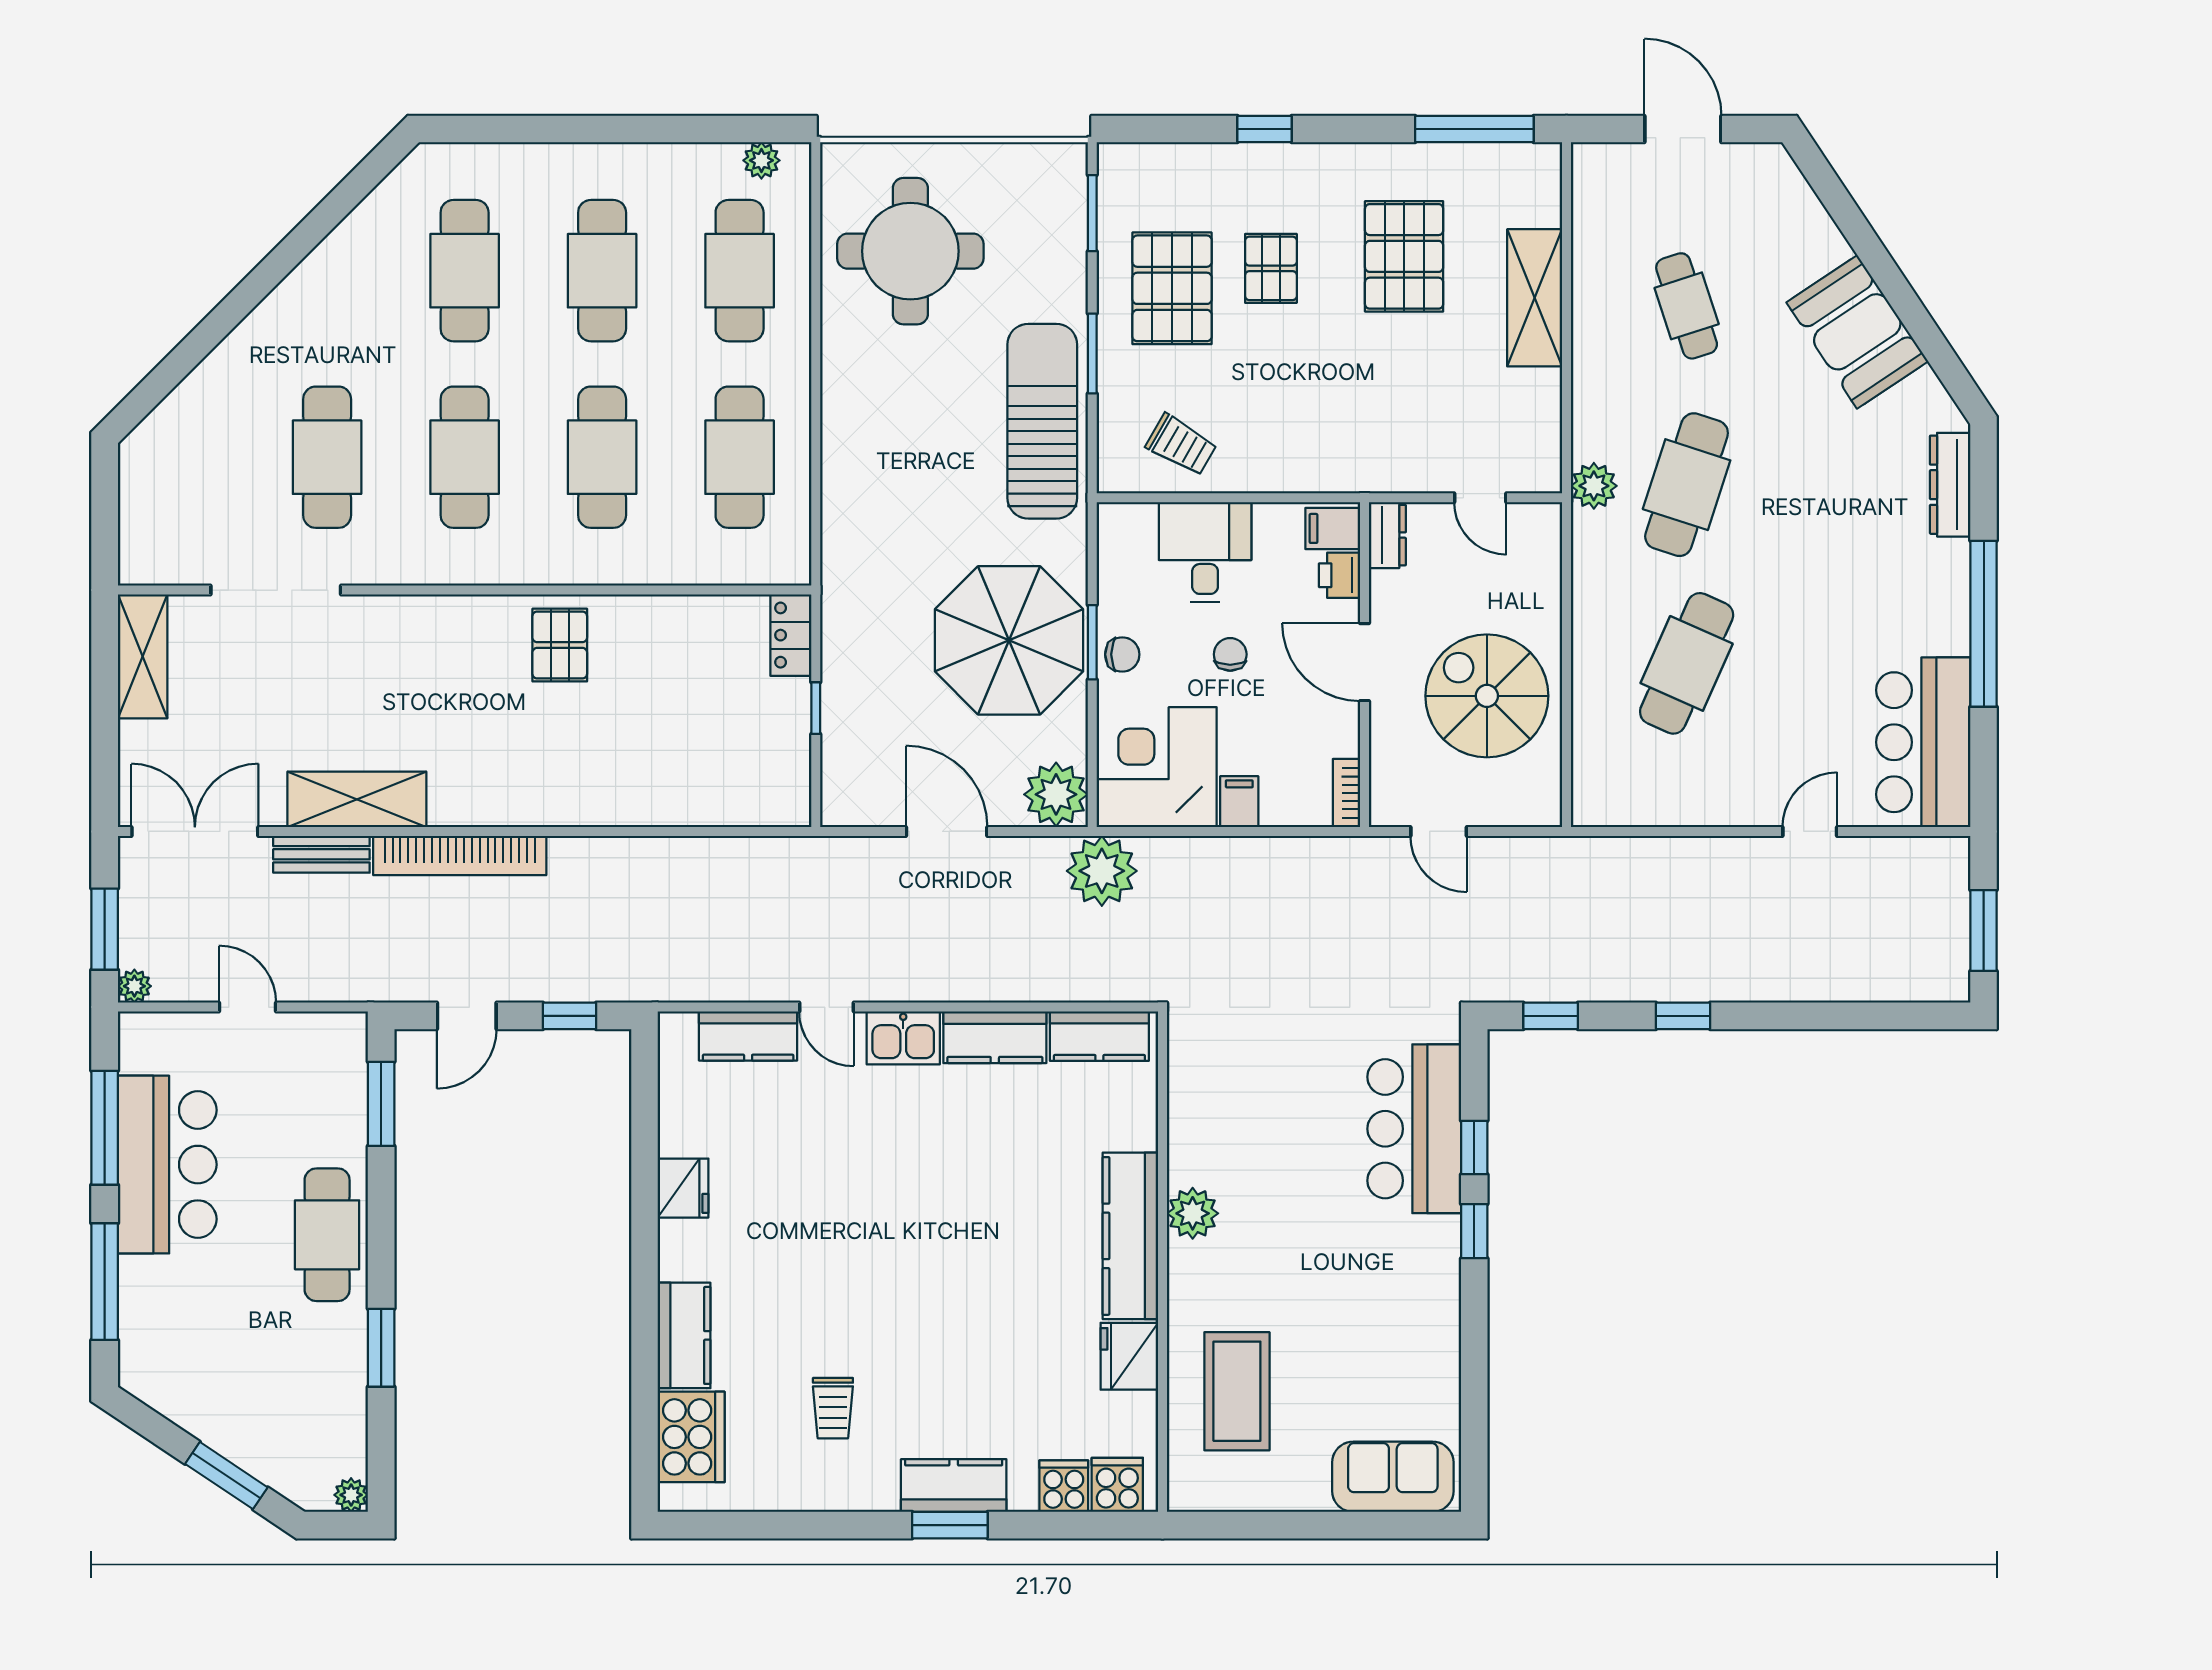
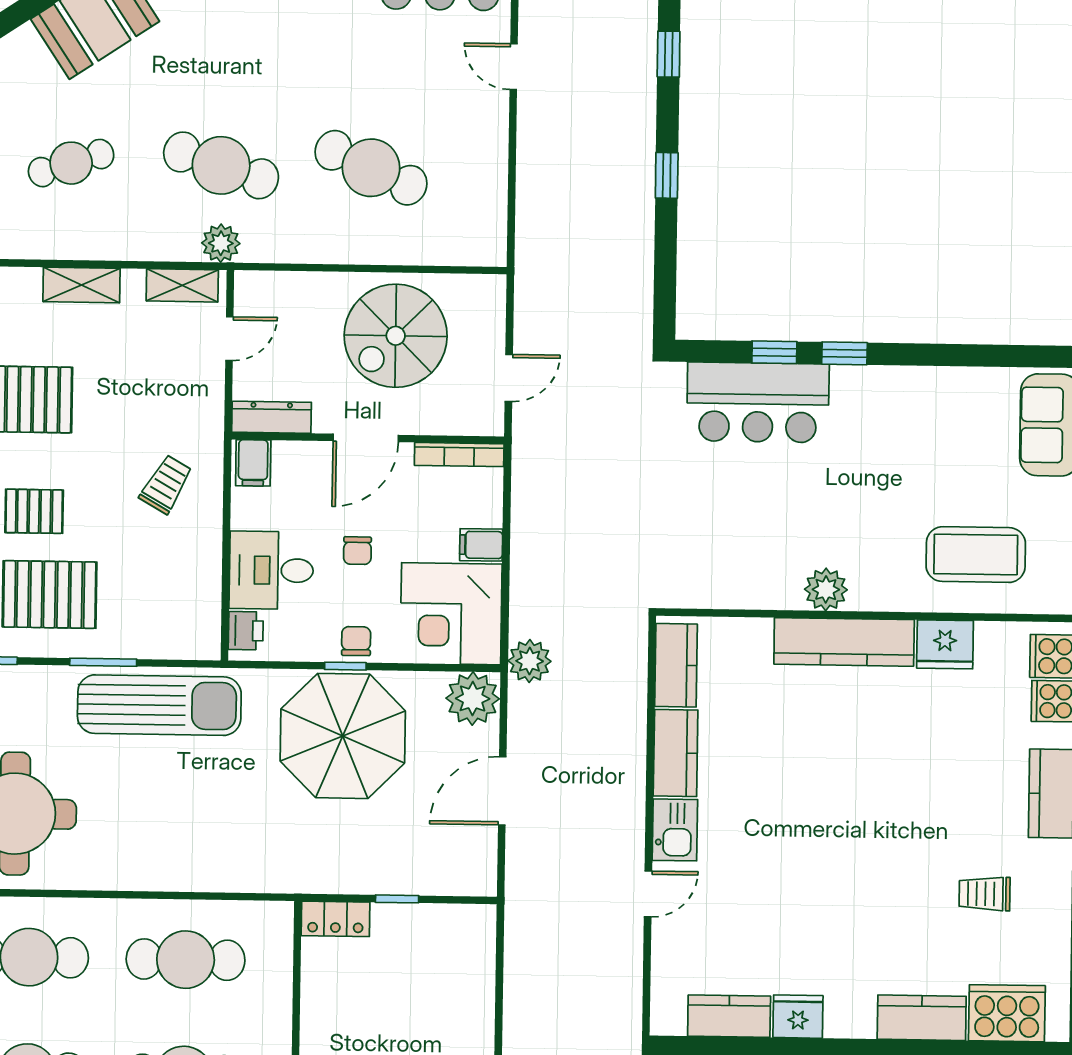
shelving: (1535, 298) -> (82, 285), width x0.67, depth x0.75
sun lounger: (1042, 421) -> (159, 705), turned 180
shelving: (1543, 441) -> (182, 285), added
trolley: (1181, 445) -> (166, 484), moved
dresser: (1387, 535) -> (272, 417), width x1.44
printer: (1340, 575) -> (246, 631), moved, turned -90
window: (1092, 642) -> (345, 666), width x0.67
chair: (1230, 654) -> (357, 551), turned -90
bookcase: (1347, 793) -> (459, 455), width x1.56
plant: (1102, 871) -> (530, 661), width x0.73, depth x0.73
window: (1551, 1016) -> (669, 54), moved
kitchen counter: (748, 1036) -> (729, 1016), moved, turned -90
trolley: (833, 1408) -> (985, 894), turned 180

